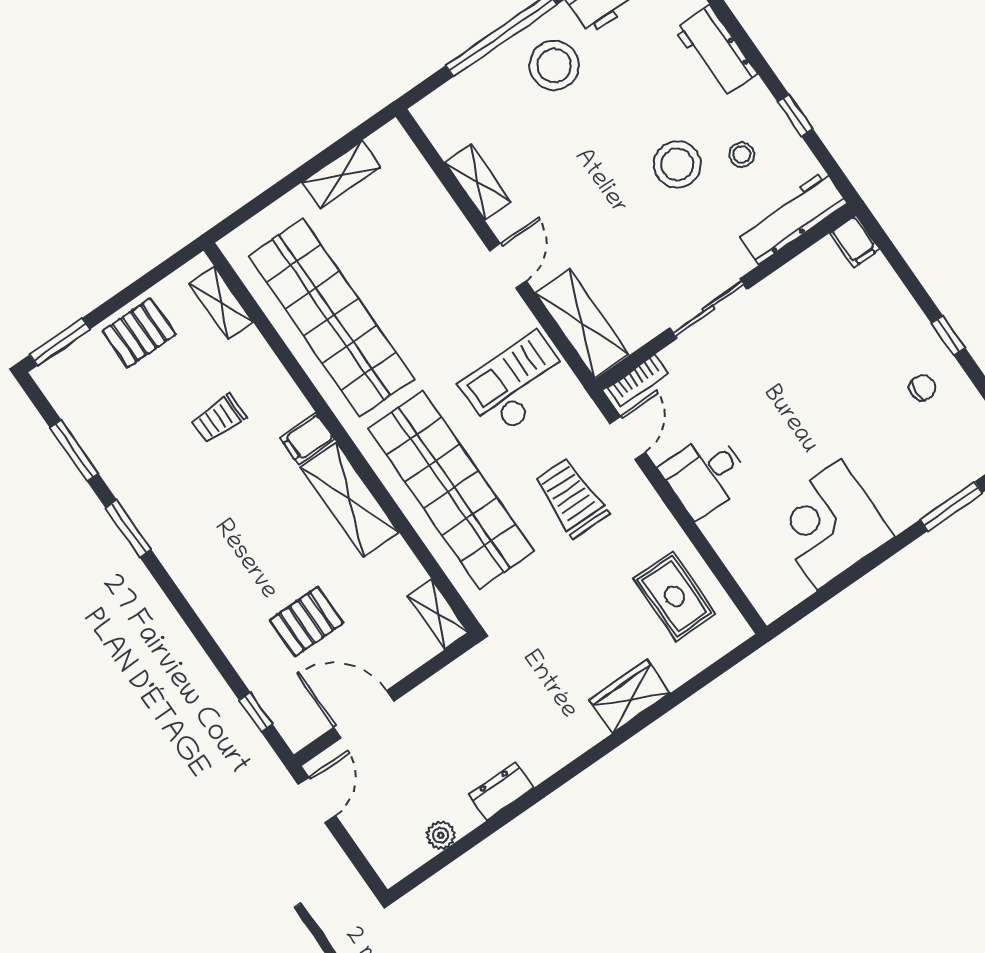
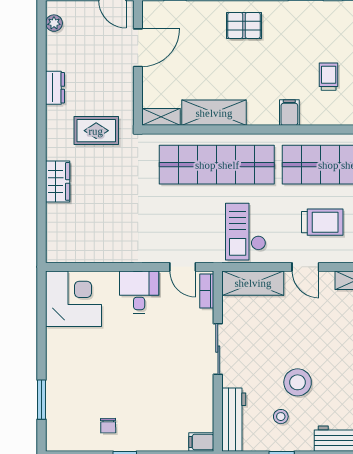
checkout: (517, 384) -> (246, 232), turned 180
trolley: (571, 498) -> (322, 222), moved
shelving: (350, 500) -> (214, 113), moved
corner desk: (829, 525) -> (73, 299), moved
rug: (675, 596) -> (96, 131), moved
pallet: (307, 622) -> (244, 25), moved, turned 90
plant: (441, 835) -> (54, 23), moved

